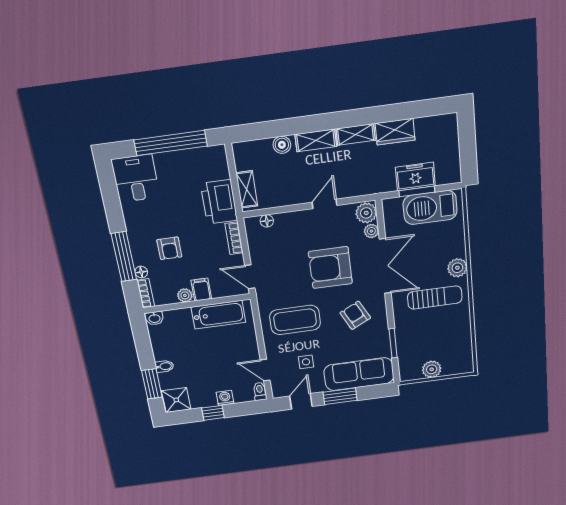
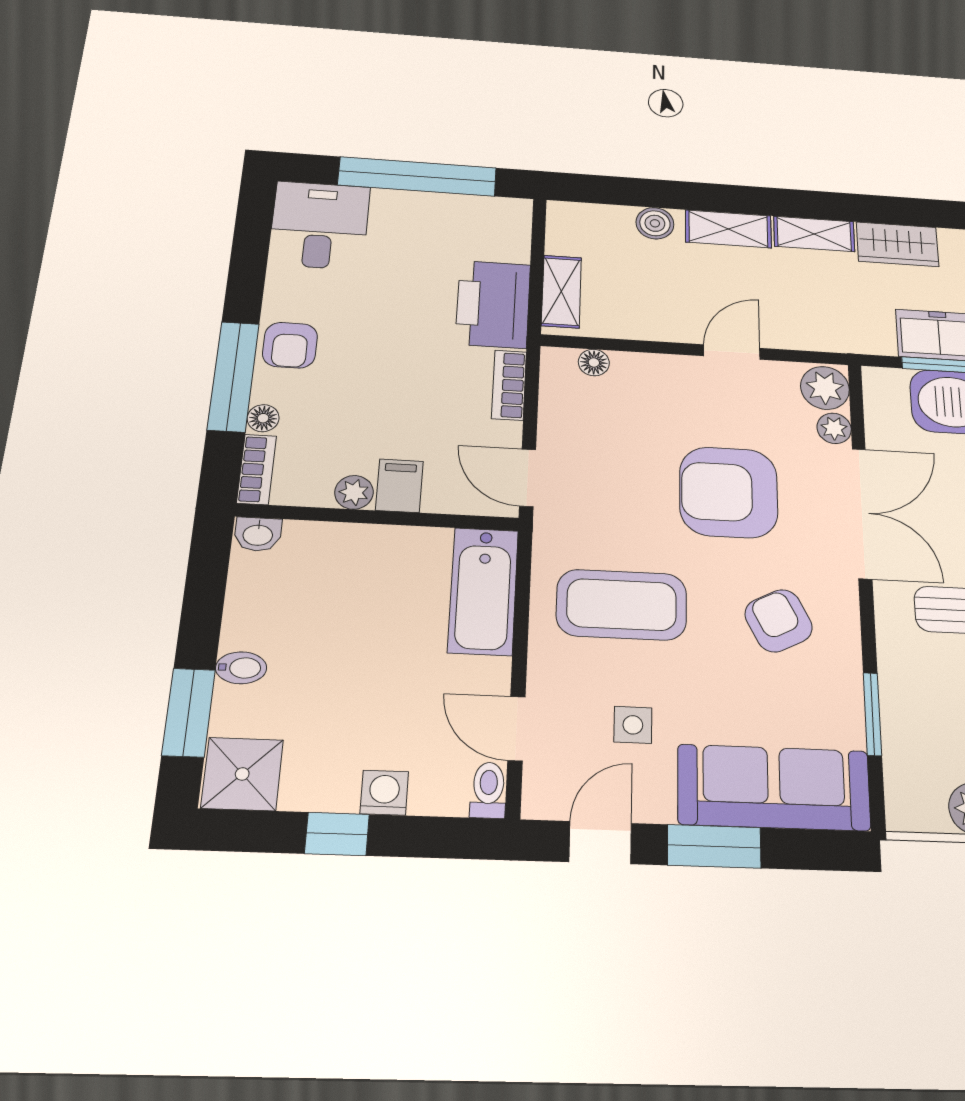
armchair: (169, 248) -> (290, 345), moved
bathtub: (218, 315) -> (483, 591), moved, turned 90

